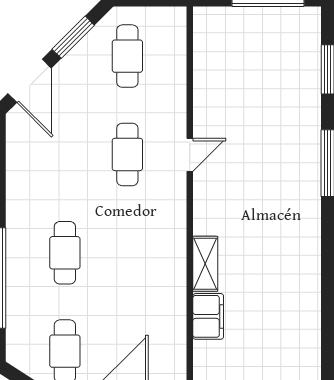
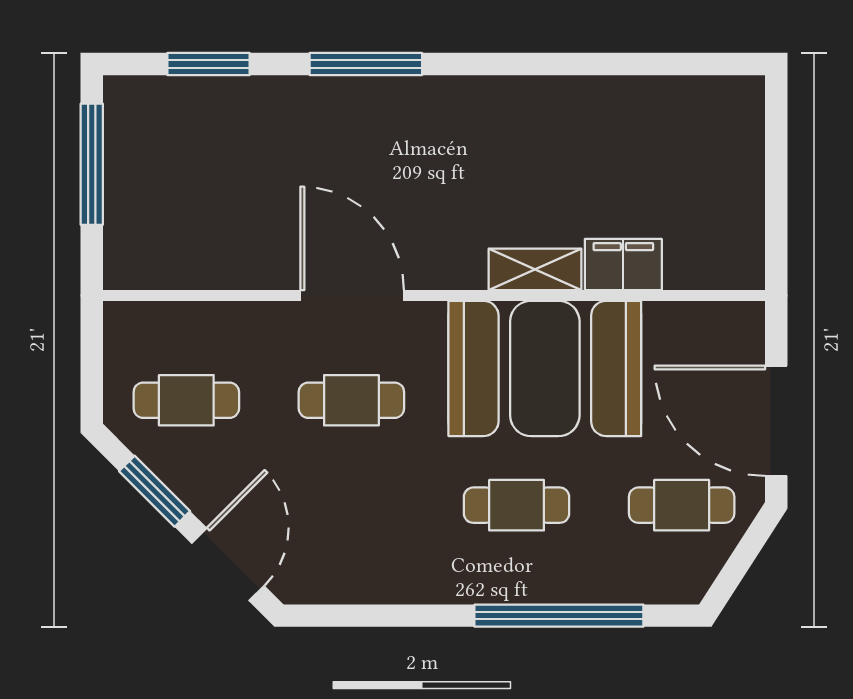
door: (30, 81) -> (228, 564), hinge flipped
door: (190, 155) -> (352, 296), width x1.88
booth: (146, 270) -> (545, 368), added

